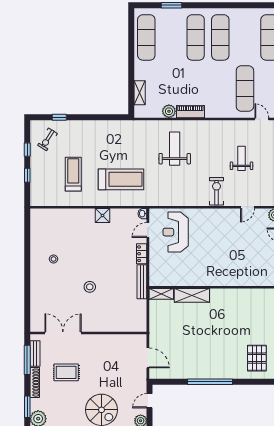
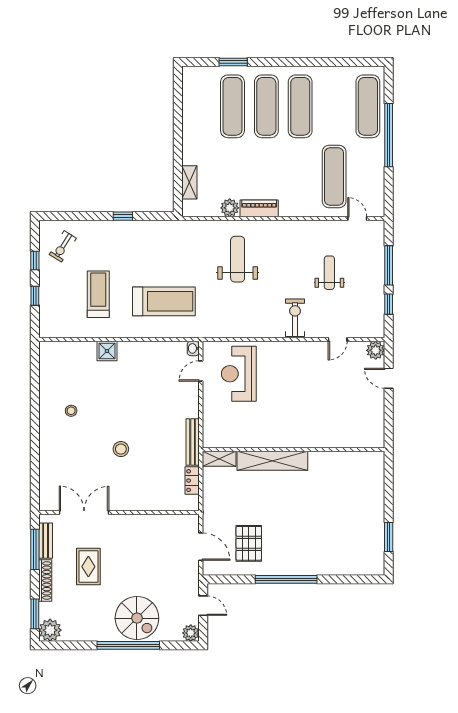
exercise mat: (146, 37) -> (232, 106), moved
window: (59, 117) -> (123, 216), moved
shower: (102, 215) -> (107, 351), moved
locker: (142, 254) -> (192, 481), moved
shelving: (192, 295) -> (272, 461), width x1.47
pallet: (257, 358) -> (249, 543), moved
rug: (66, 372) -> (88, 567), turned 90
door: (150, 401) -> (203, 606), swing flipped

